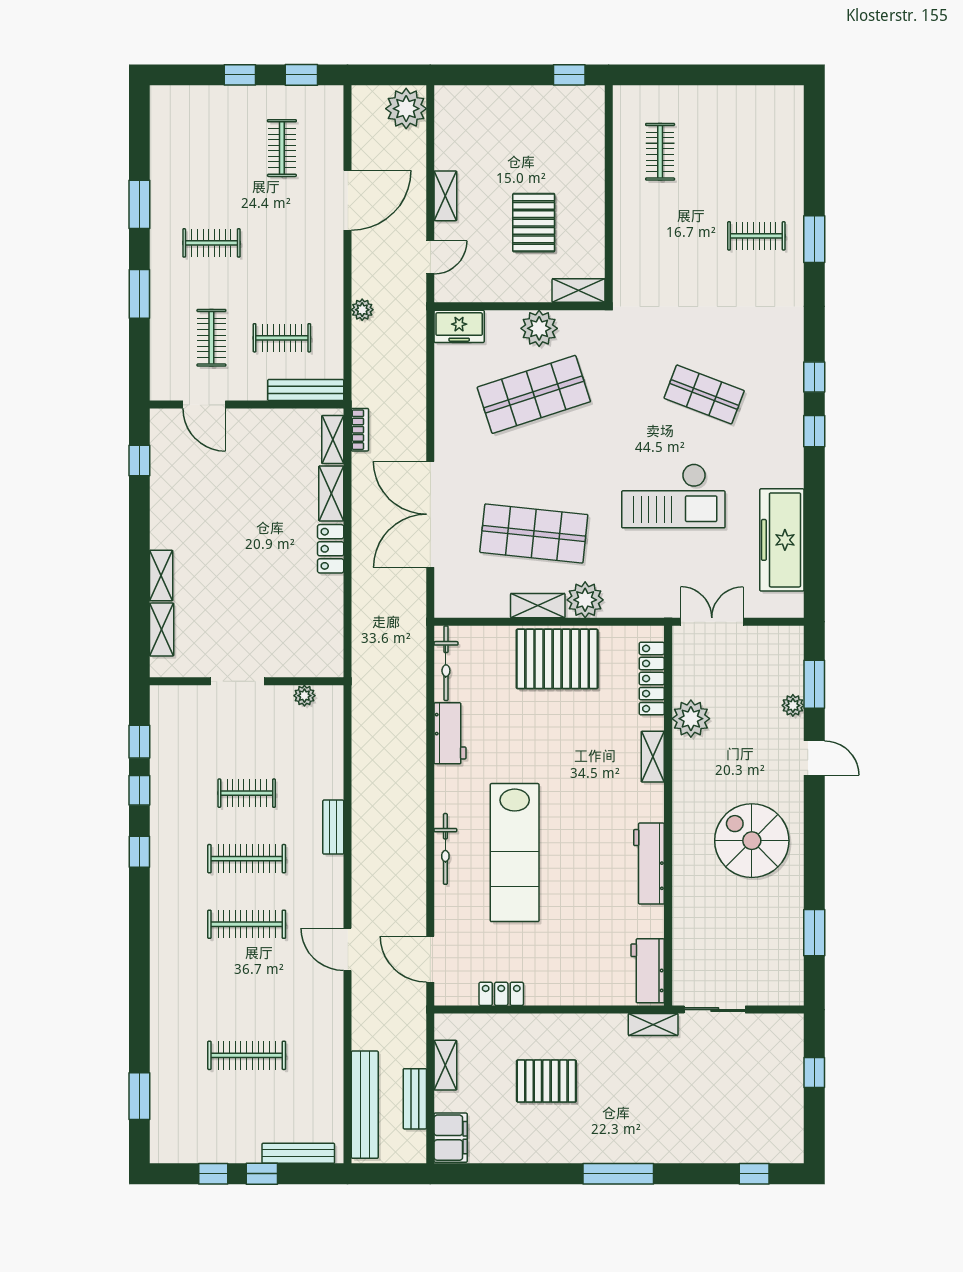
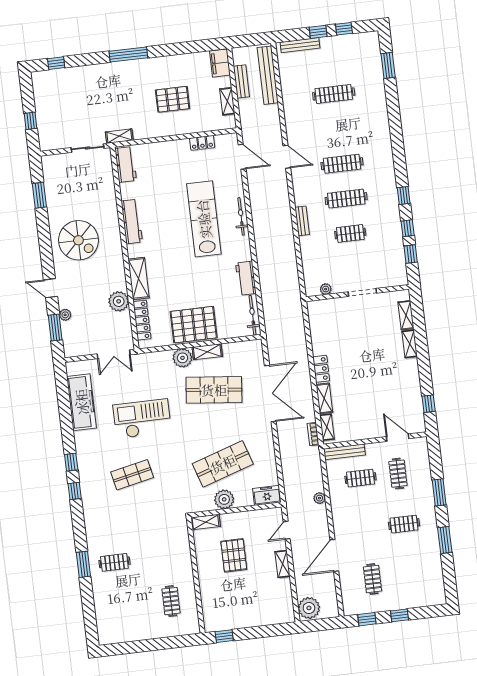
shop shelf: (704, 394) -> (132, 475), turned -33
shelving: (653, 757) -> (139, 278), width x1.50, depth x1.33

